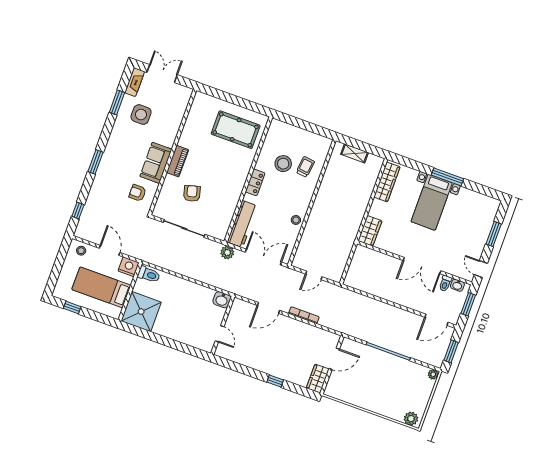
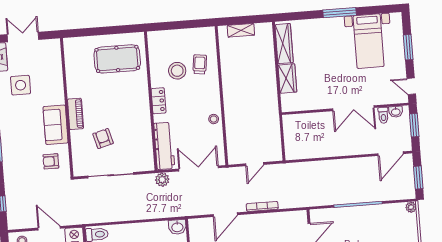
bed with nightstands: (432, 202) -> (369, 41), moved
wardrobe: (370, 231) -> (287, 79), moved

